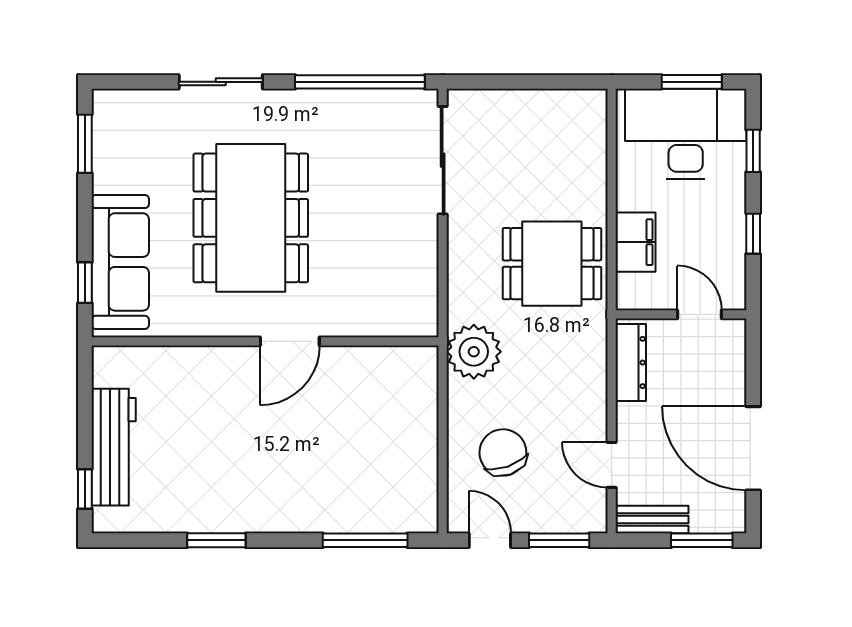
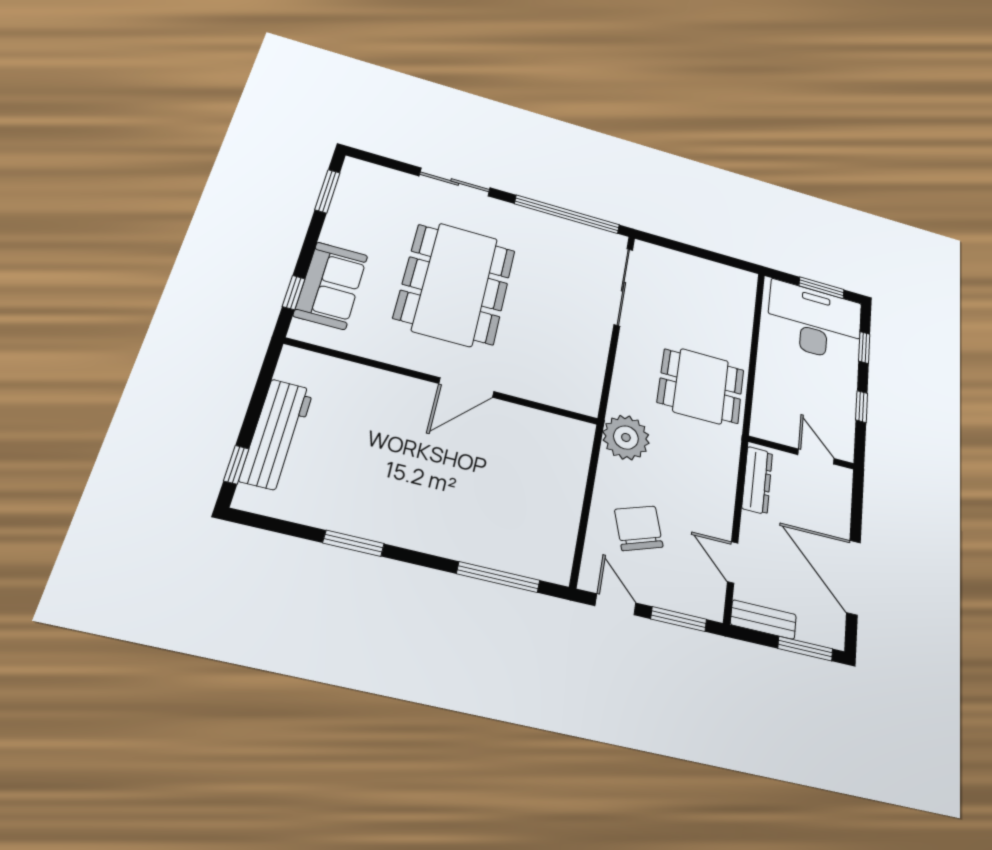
filing cabinet: (636, 242) -> (770, 388), removed
sofa: (120, 262) -> (331, 285), width x0.73

